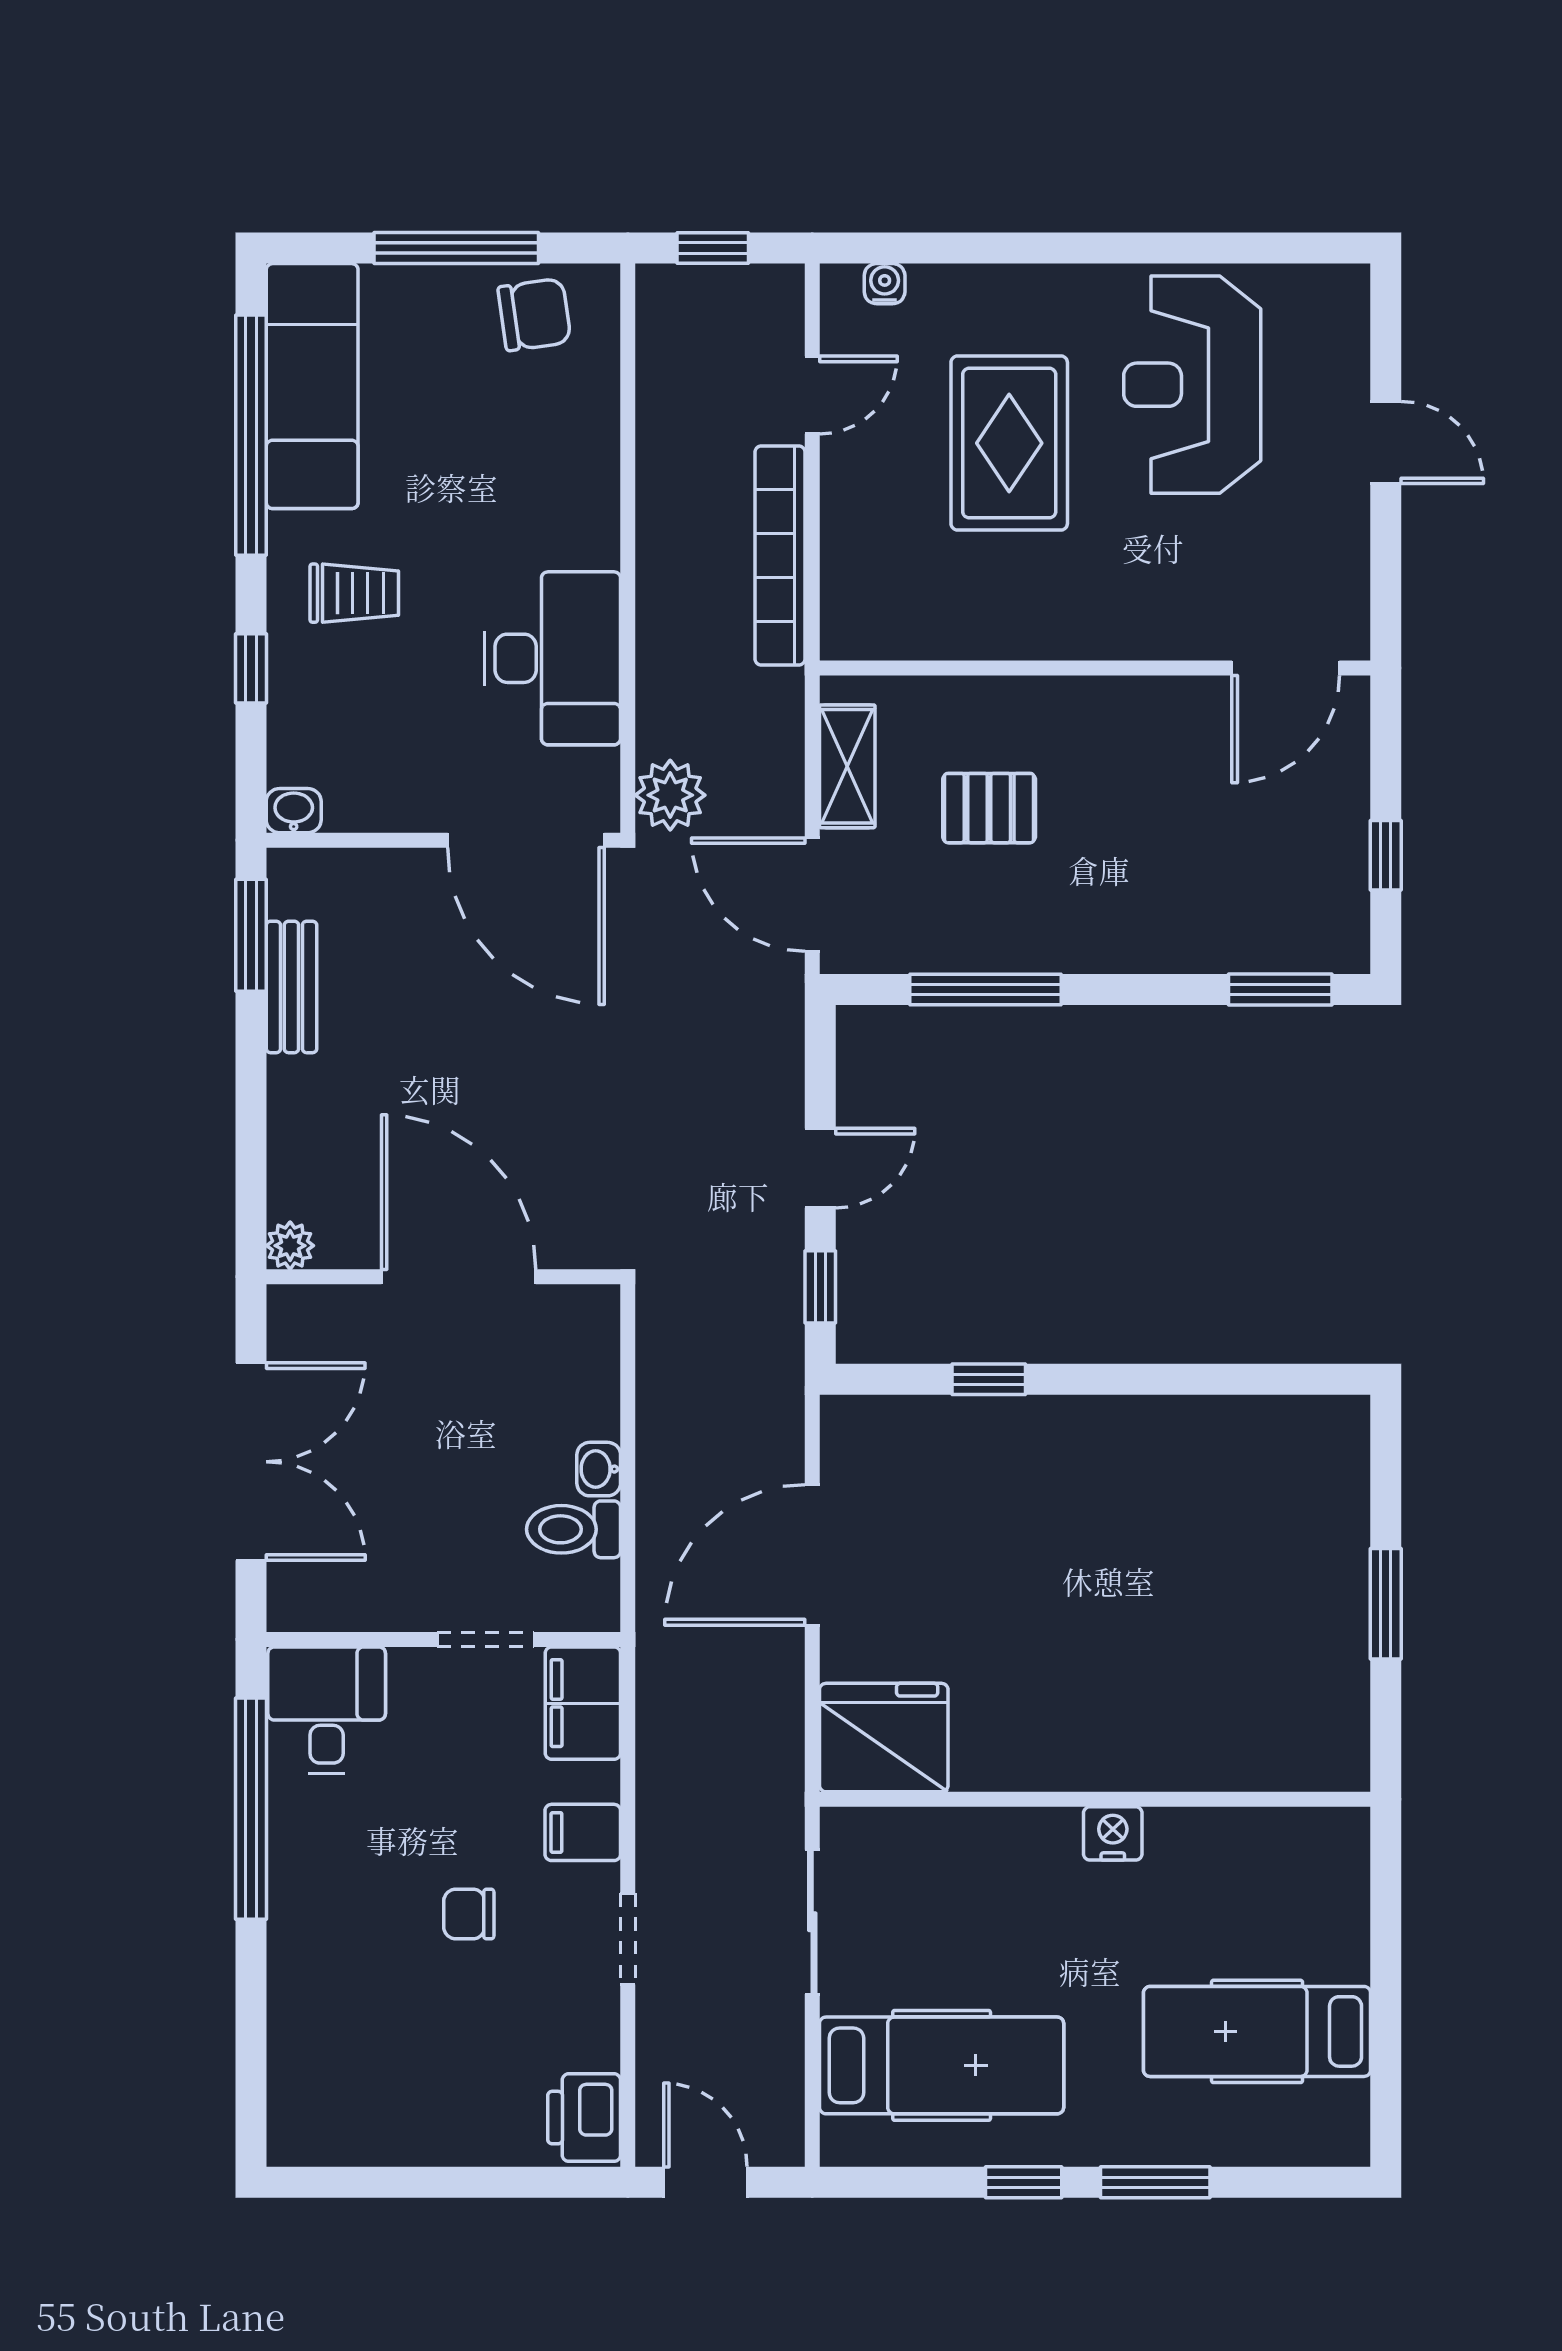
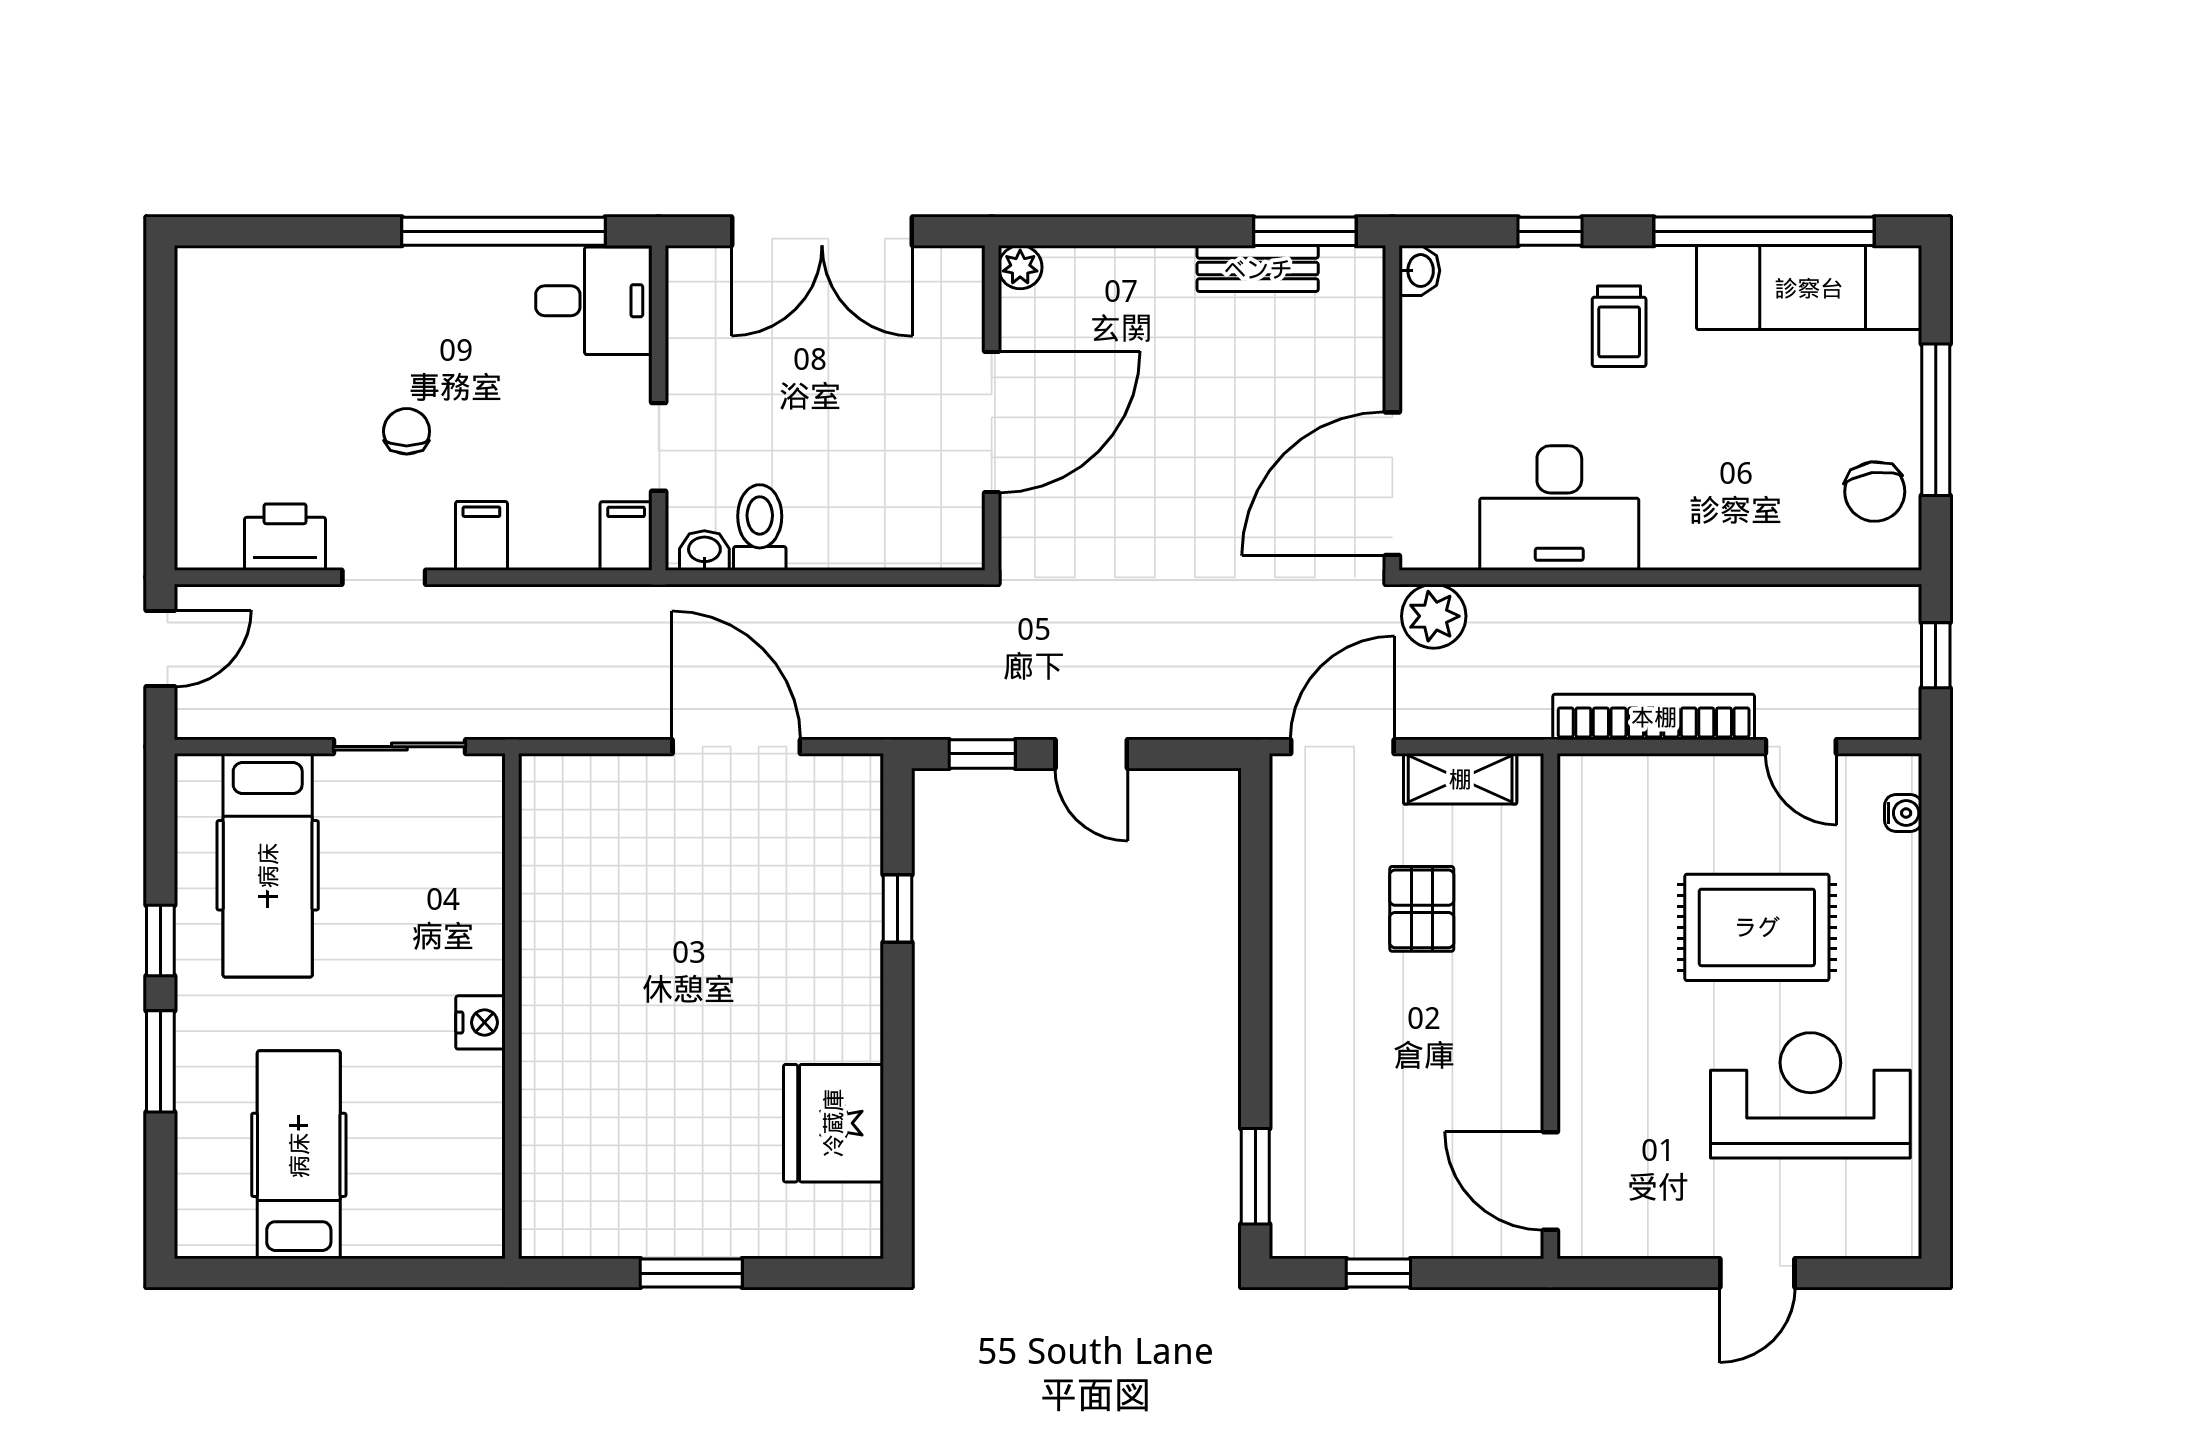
window: (985, 990) -> (1255, 906), removed
washbasin: (599, 1469) -> (704, 551), moved
filing cabinet: (583, 1703) -> (626, 536), width x0.50
fridge: (884, 1738) -> (833, 1123), moved, turned 180
printer: (584, 2118) -> (285, 537), moved

